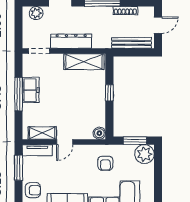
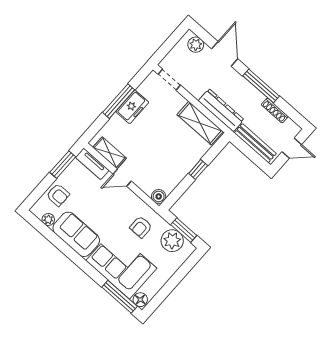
dresser: (71, 41) -> (221, 110), moved
plant: (144, 154) -> (172, 241), moved

